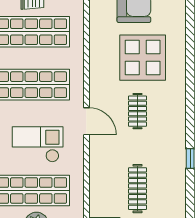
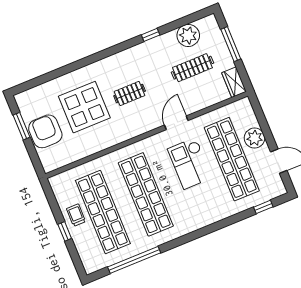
door: (86, 121) -> (176, 123), moved
plant: (173, 198) -> (188, 35), added

